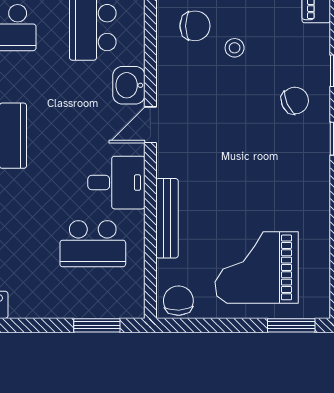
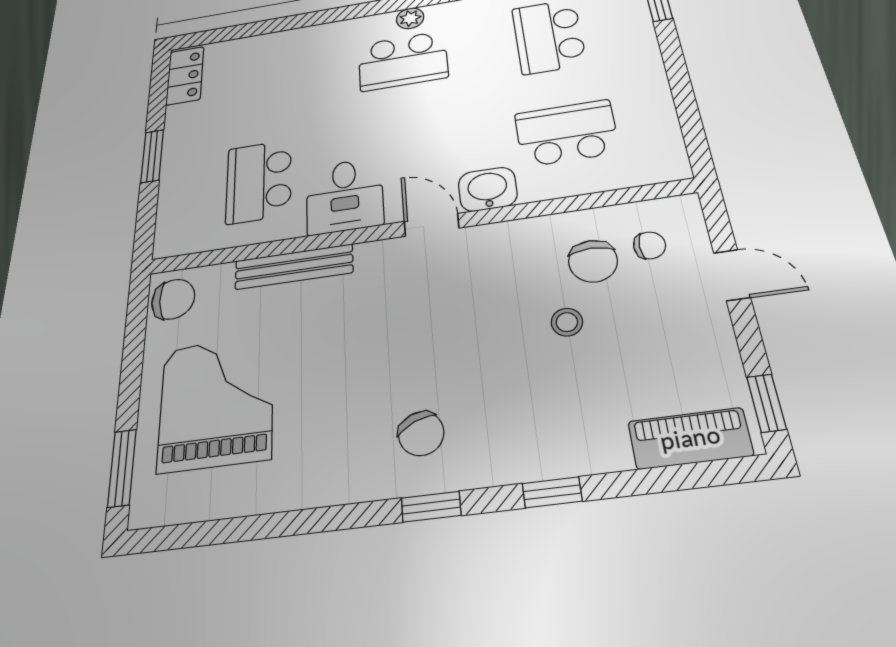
chair: (295, 101) -> (421, 433), moved
window: (97, 325) -> (152, 156), moved

